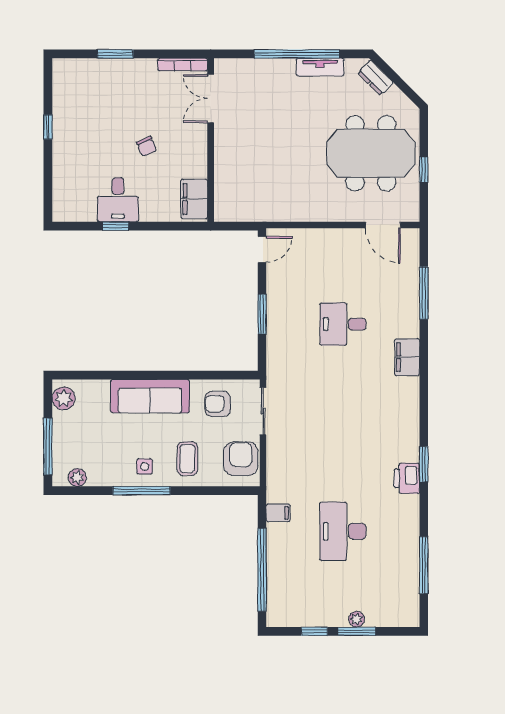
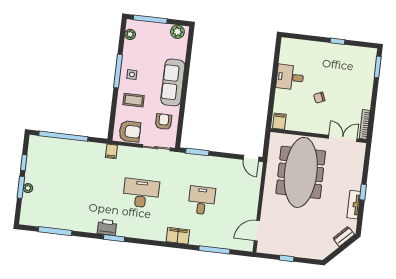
window: (115, 54) -> (378, 67), moved
window: (297, 54) -> (363, 192), width x0.32
meeting table: (371, 153) -> (301, 172), moved, width x1.36
filing cabinet: (194, 199) -> (279, 121), width x0.50
window: (115, 226) -> (275, 74), removed
window: (262, 314) -> (197, 152), moved
filing cabinet: (278, 513) -> (111, 151), moved
desk: (343, 531) -> (141, 193), moved

